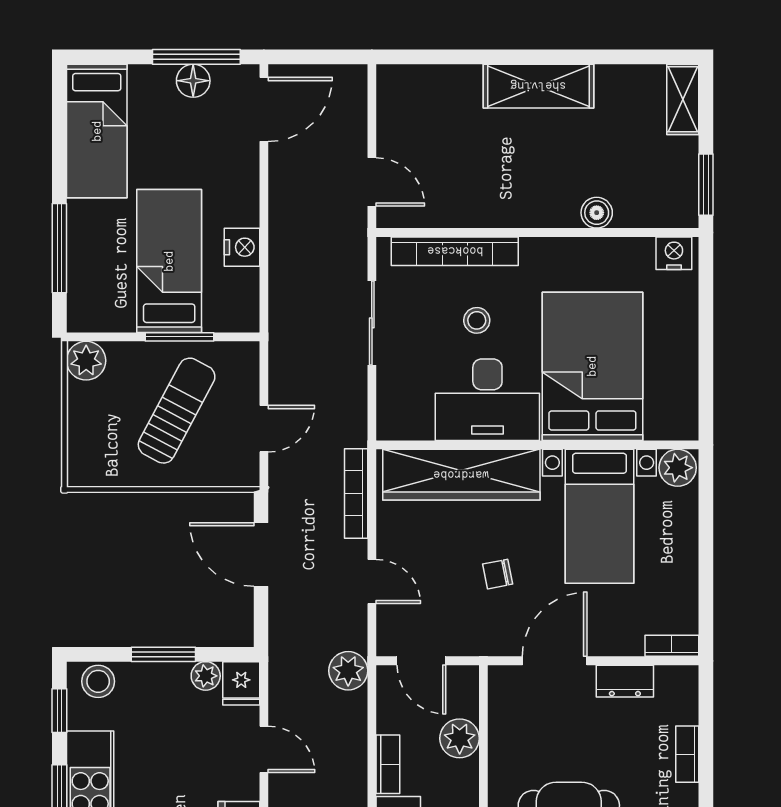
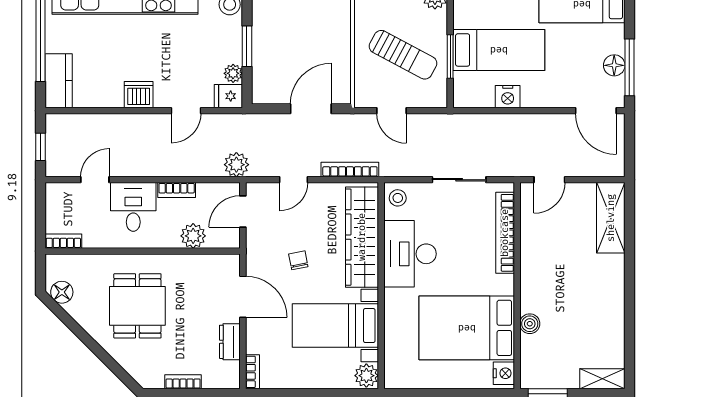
shelving: (538, 86) -> (611, 218), moved
stool: (477, 320) -> (398, 198), moved
bed: (592, 366) -> (467, 328), moved, turned 180

